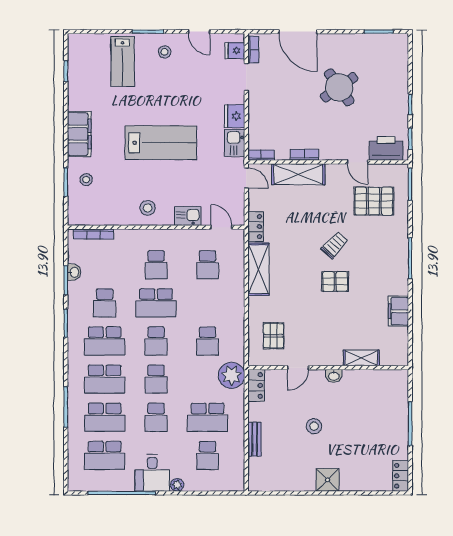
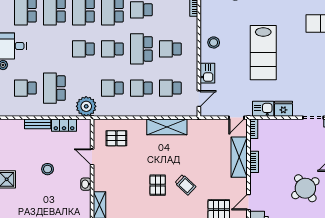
locker: (256, 227) -> (199, 125), removed
locker: (256, 385) -> (64, 125), moved
school desk: (156, 417) -> (141, 88), moved

